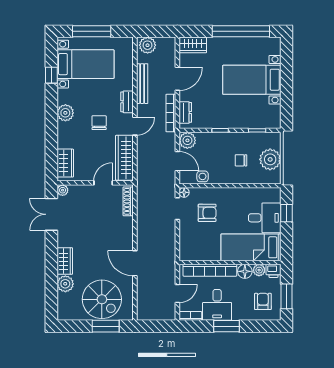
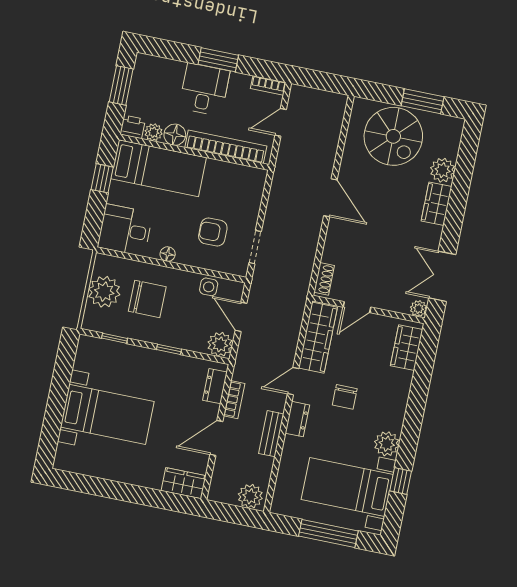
window: (241, 31) -> (109, 489), removed
bench: (142, 84) -> (271, 434), width x0.73
plant: (65, 113) -> (387, 444), moved
bookcase: (171, 113) -> (234, 400), width x0.64
chair: (241, 160) -> (147, 299), width x1.87, depth x1.87
floor lamp: (184, 192) -> (168, 254), moved
shoe rack: (128, 201) -> (324, 279), width x0.70
window: (286, 213) -> (102, 178), moved
double door: (51, 214) -> (442, 276), swing flipped
desk: (265, 218) -> (125, 230), moved
door: (135, 263) -> (330, 198), moved
spiral stairs: (102, 299) -> (393, 136), turned 180
armchair: (263, 301) -> (157, 85), removed
desk: (217, 305) -> (204, 89), moved
window: (106, 326) -> (423, 101), moved

